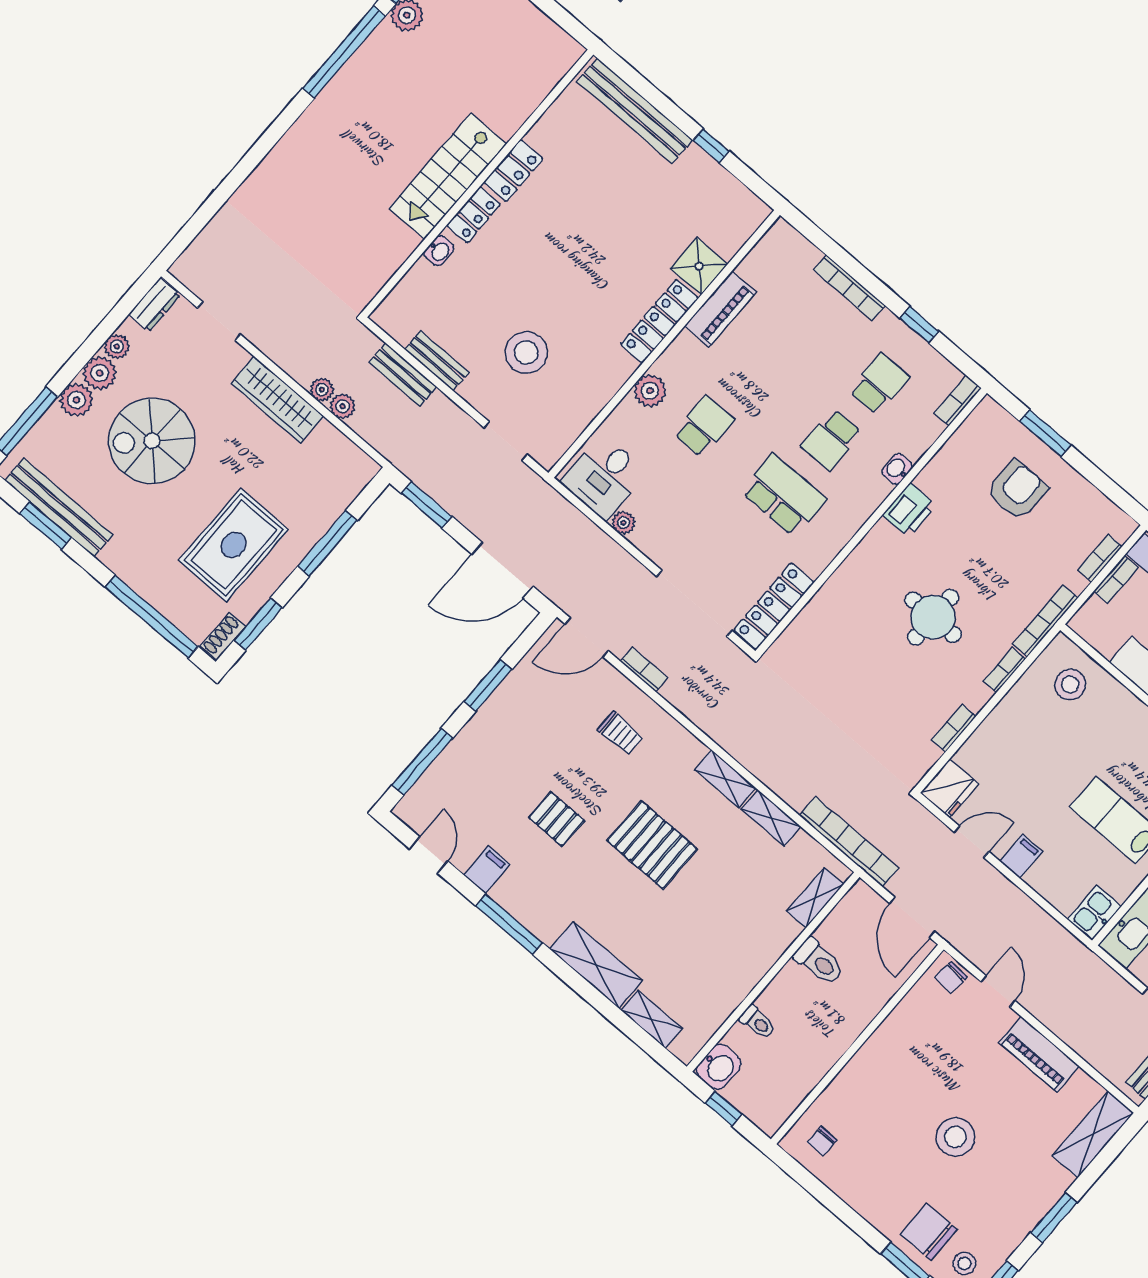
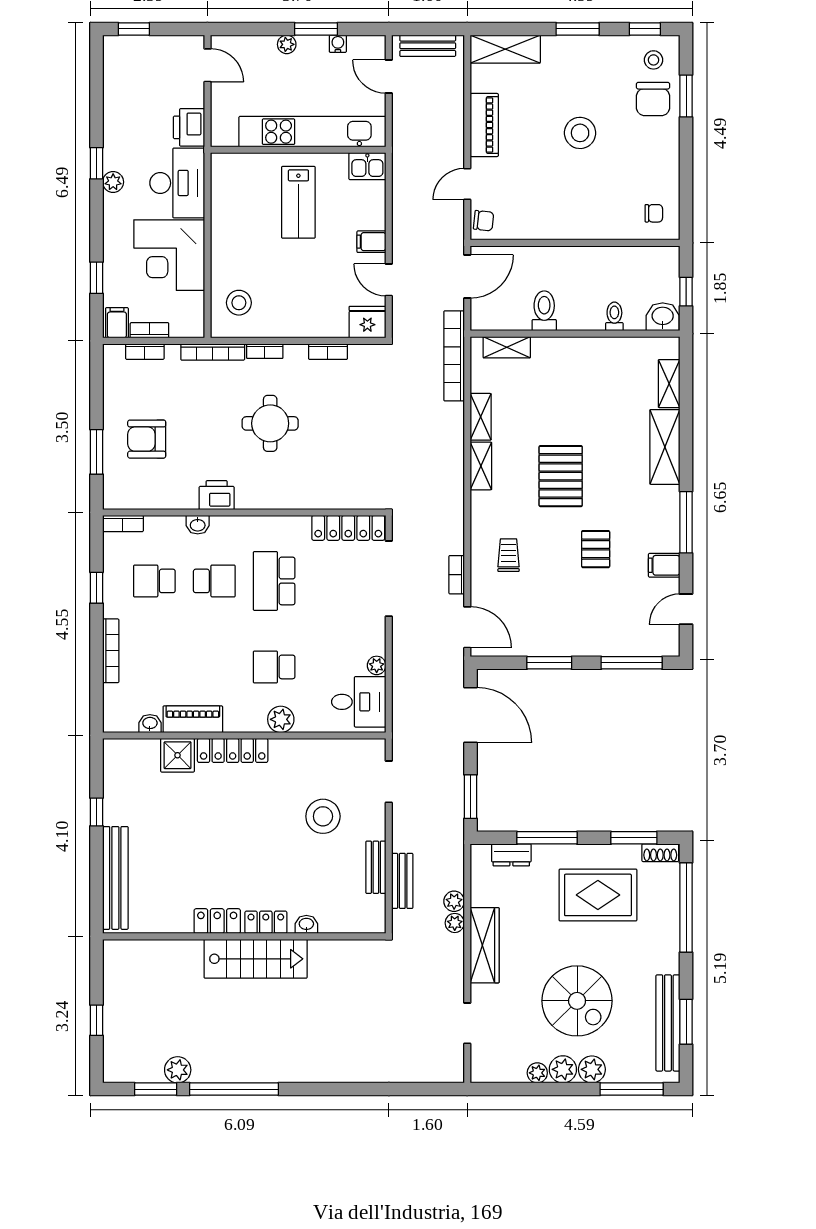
washbasin: (750, 266) -> (150, 724), added
dresser: (154, 305) -> (511, 855), moved, turned 180

